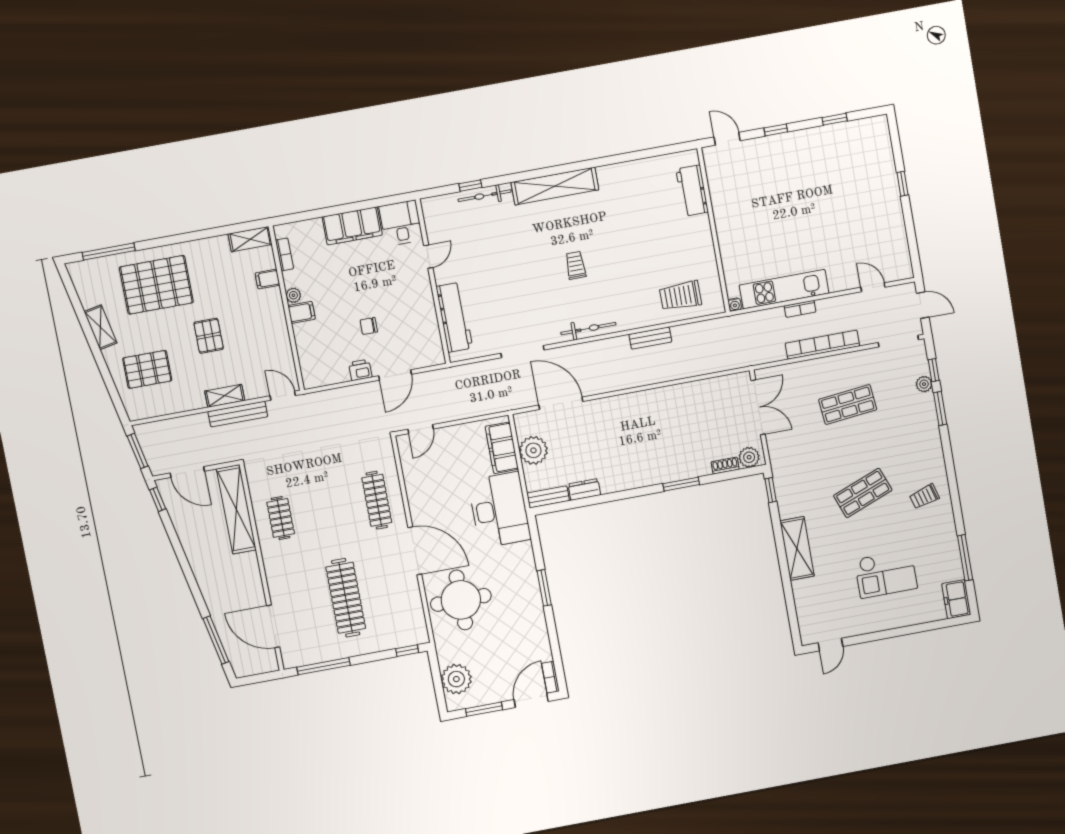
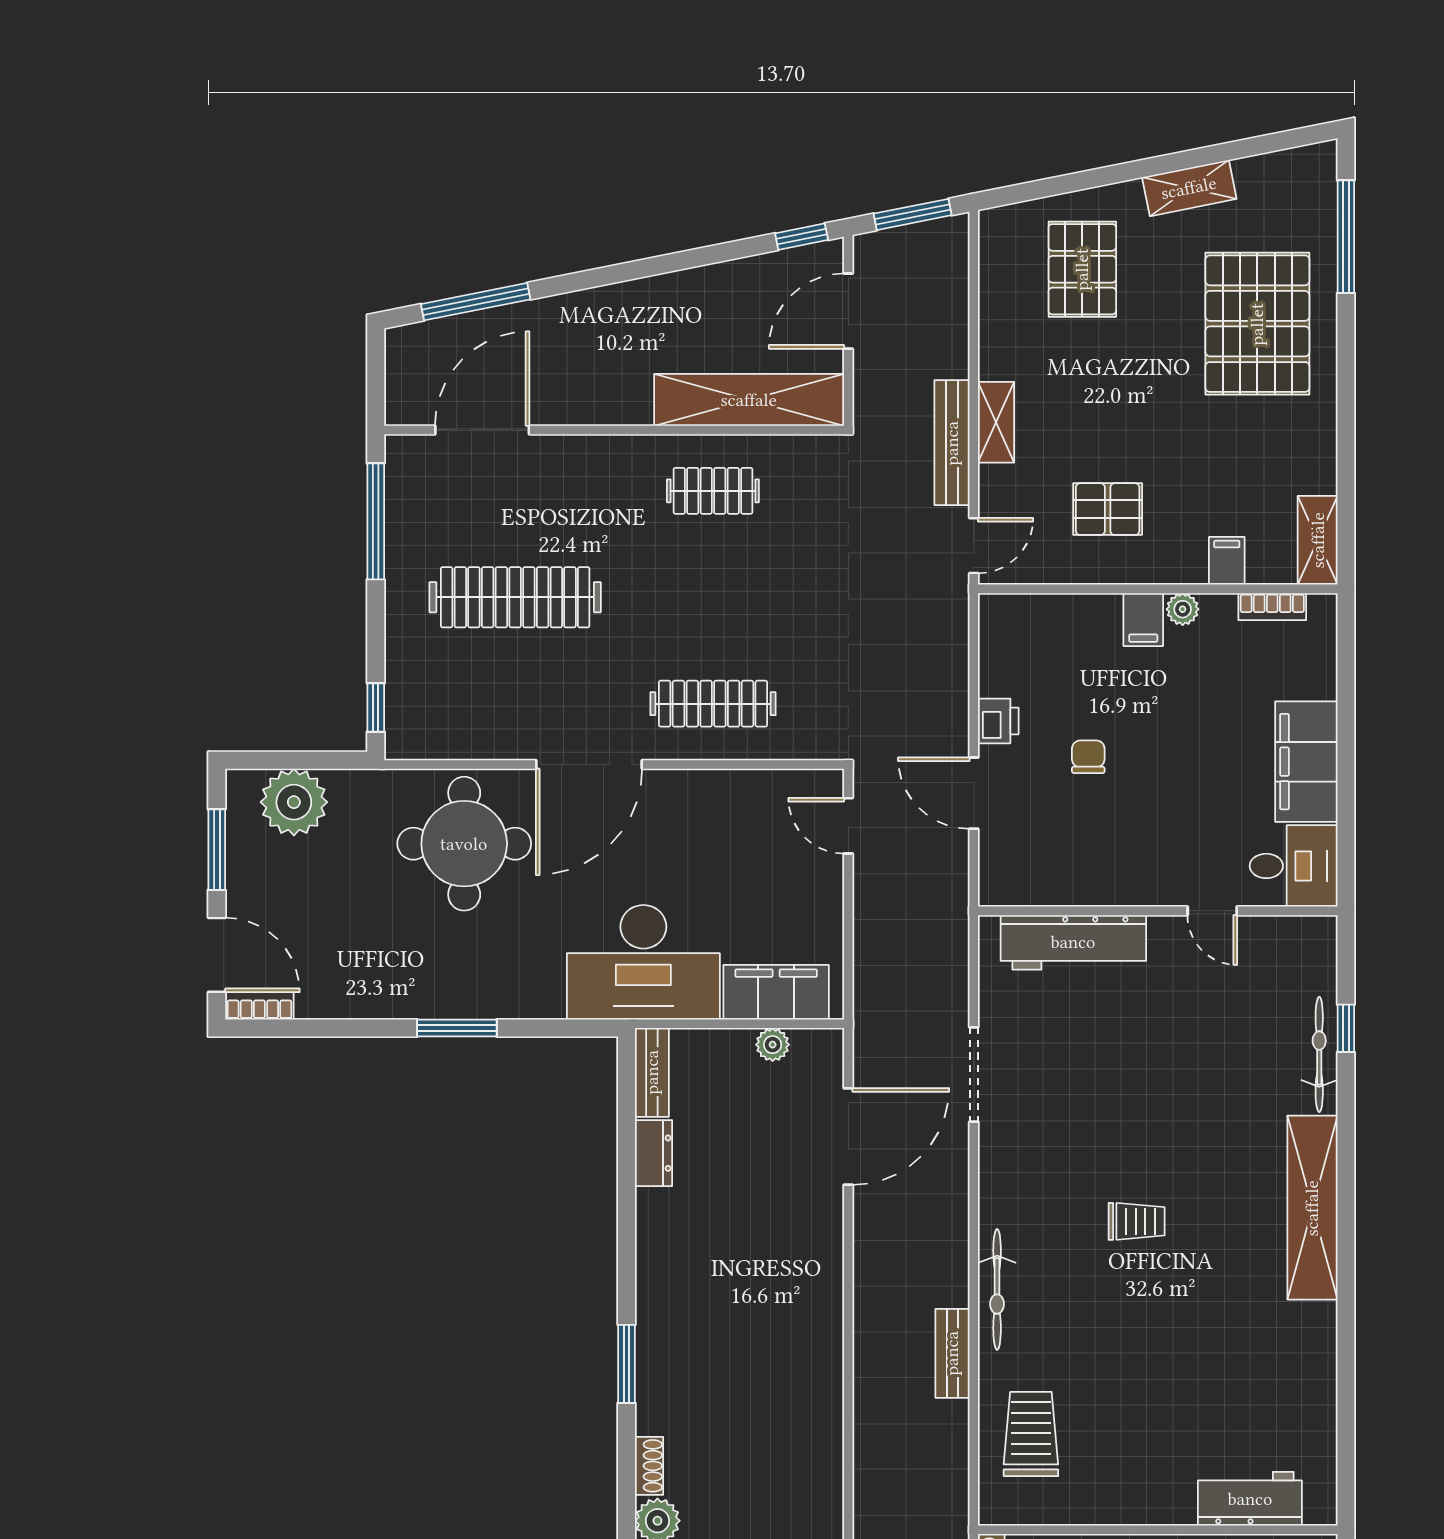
bicycle: (588, 329) -> (997, 1289), moved
pallet: (209, 336) -> (1108, 509), moved
plant: (533, 450) -> (773, 1045), width x0.53, depth x0.53

